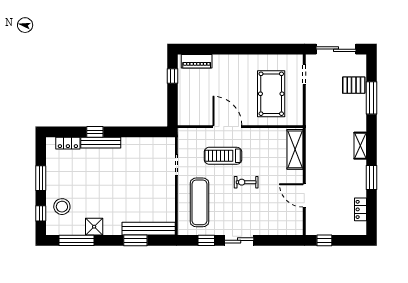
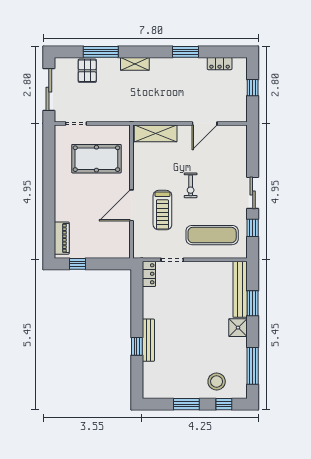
locker: (68, 143) -> (149, 274), moved
shelving: (360, 146) -> (135, 64), moved
shower: (94, 227) -> (238, 328), moved
window: (324, 240) -> (253, 88), moved

